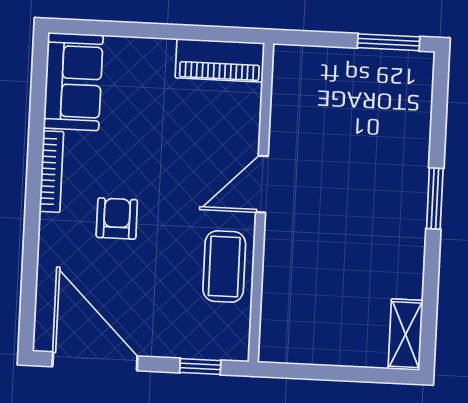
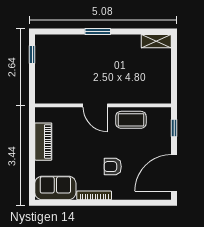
window: (389, 42) -> (32, 54), width x0.67
piano: (220, 60) -> (43, 142), moved

